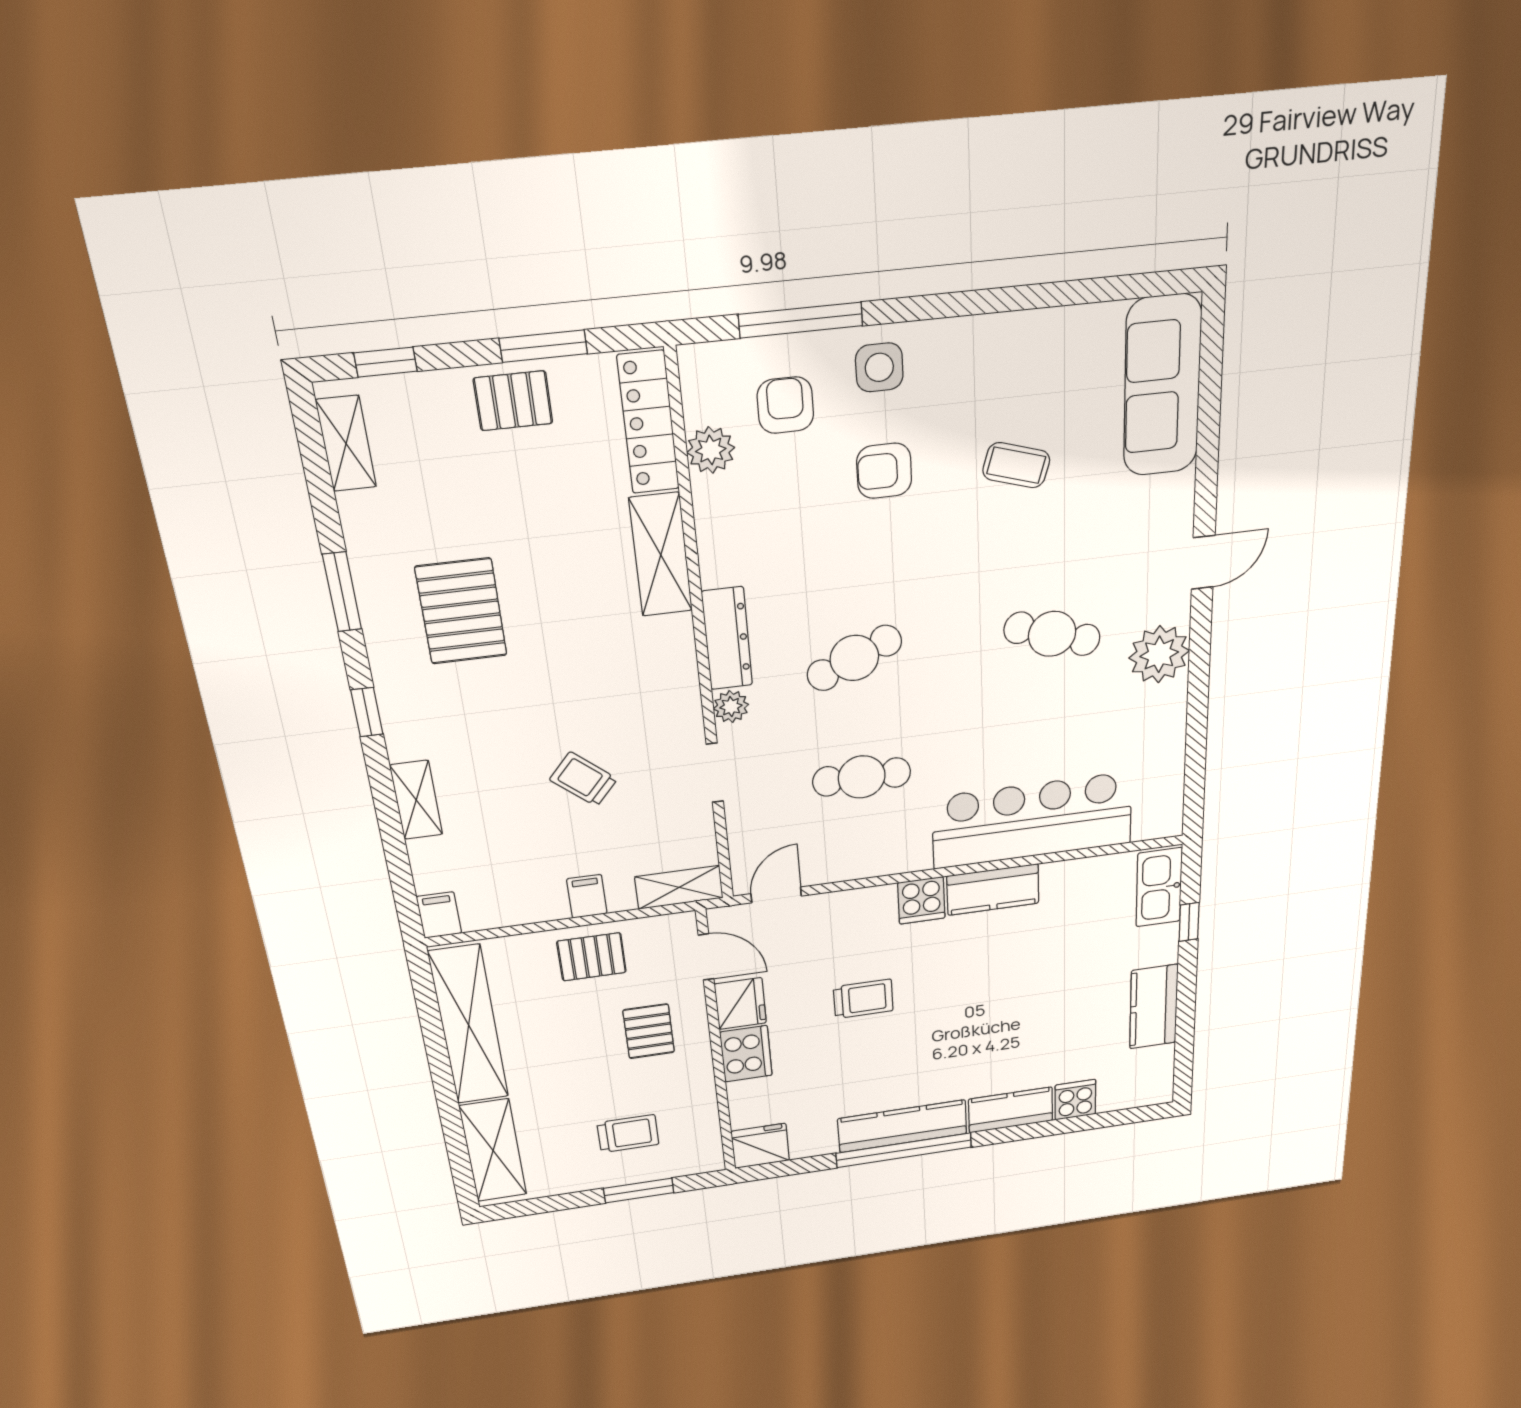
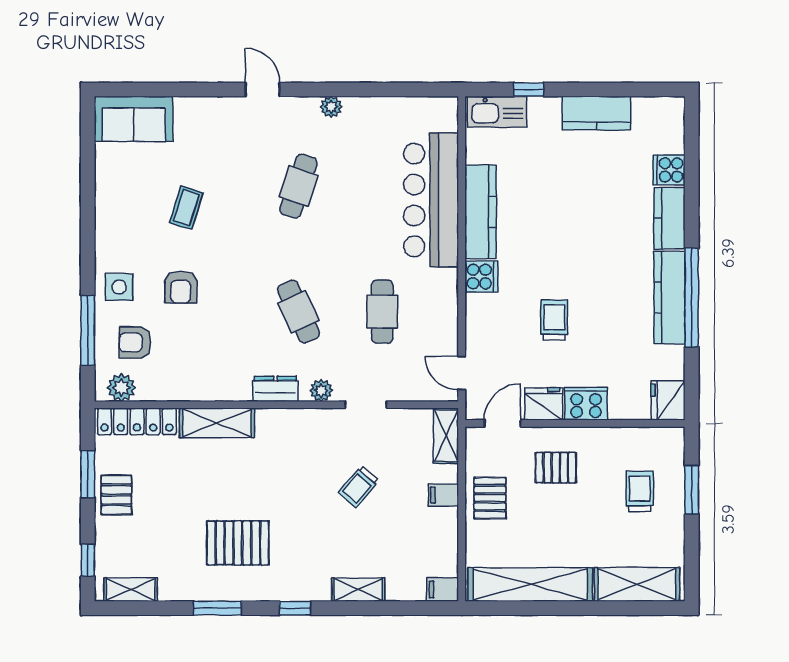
sofa: (1162, 386) -> (134, 119), width x0.73
plant: (711, 450) -> (121, 388), moved
dresser: (727, 638) -> (275, 389), width x0.70
plant: (1159, 654) -> (331, 107), width x0.53, depth x0.53
kitchen counter: (993, 890) -> (481, 212), width x1.50

